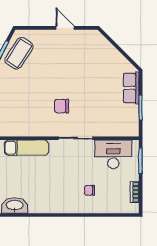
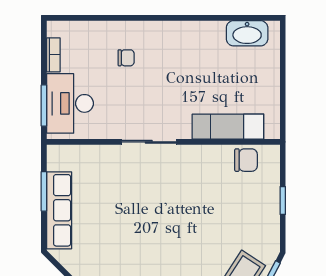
row of seats: (131, 88) -> (59, 210), width x1.48
chair: (61, 106) -> (246, 160), moved
desk: (113, 154) -> (70, 103), moved, turned 90

